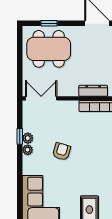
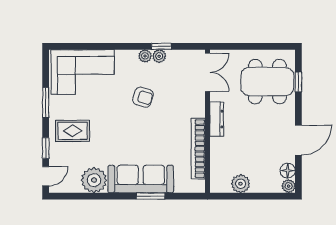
dining table: (49, 49) -> (267, 82), turned 90
dresser: (93, 91) -> (217, 119), moved

